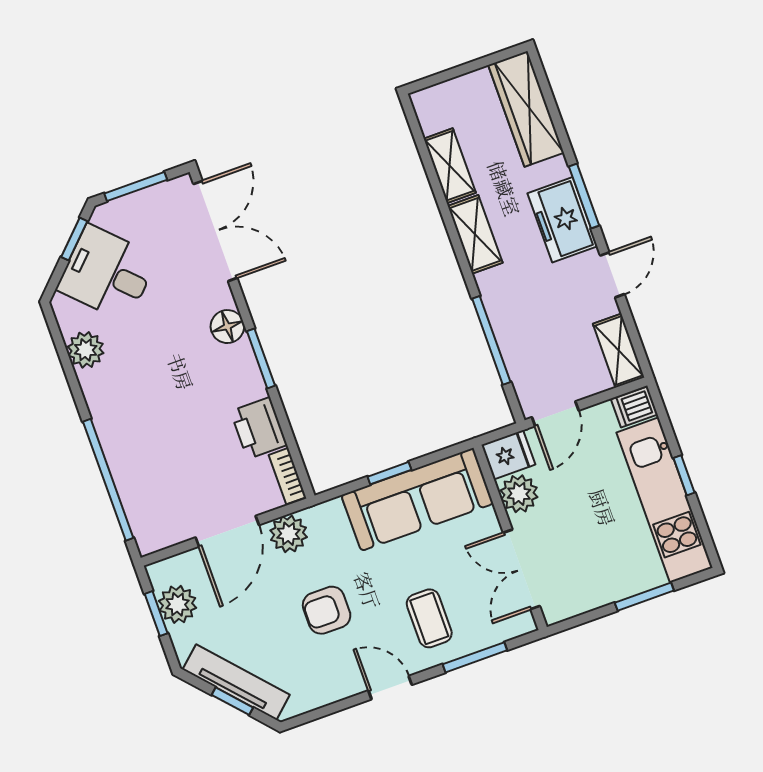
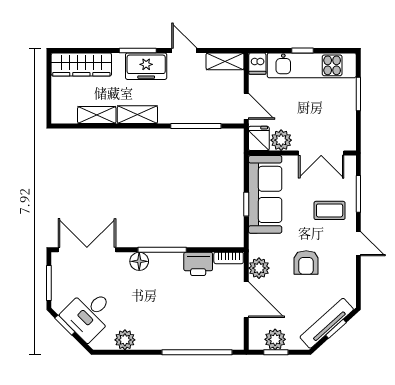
window: (261, 358) -> (162, 250), width x1.44
door: (390, 688) -> (358, 244), swing flipped

